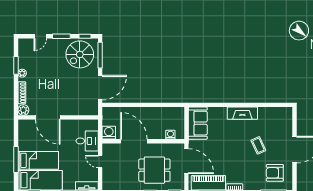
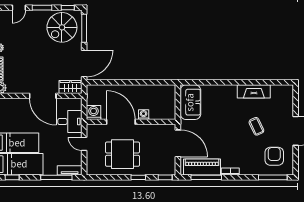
wardrobe: (88, 109) -> (71, 87), added
fireplace: (242, 113) -> (254, 91), moved
door: (48, 117) -> (43, 96), moved
washing machine: (170, 135) -> (144, 115), moved
dining table: (154, 170) -> (123, 154), moved
armchair: (275, 173) -> (274, 156), turned 90

